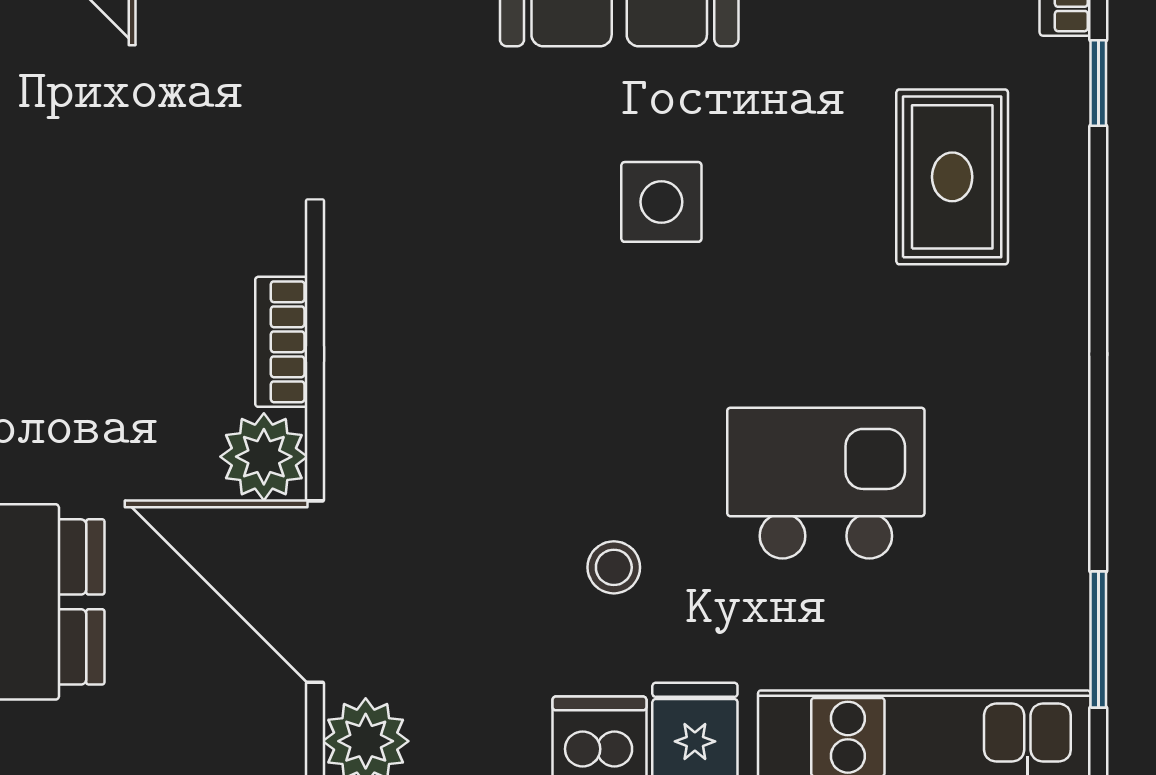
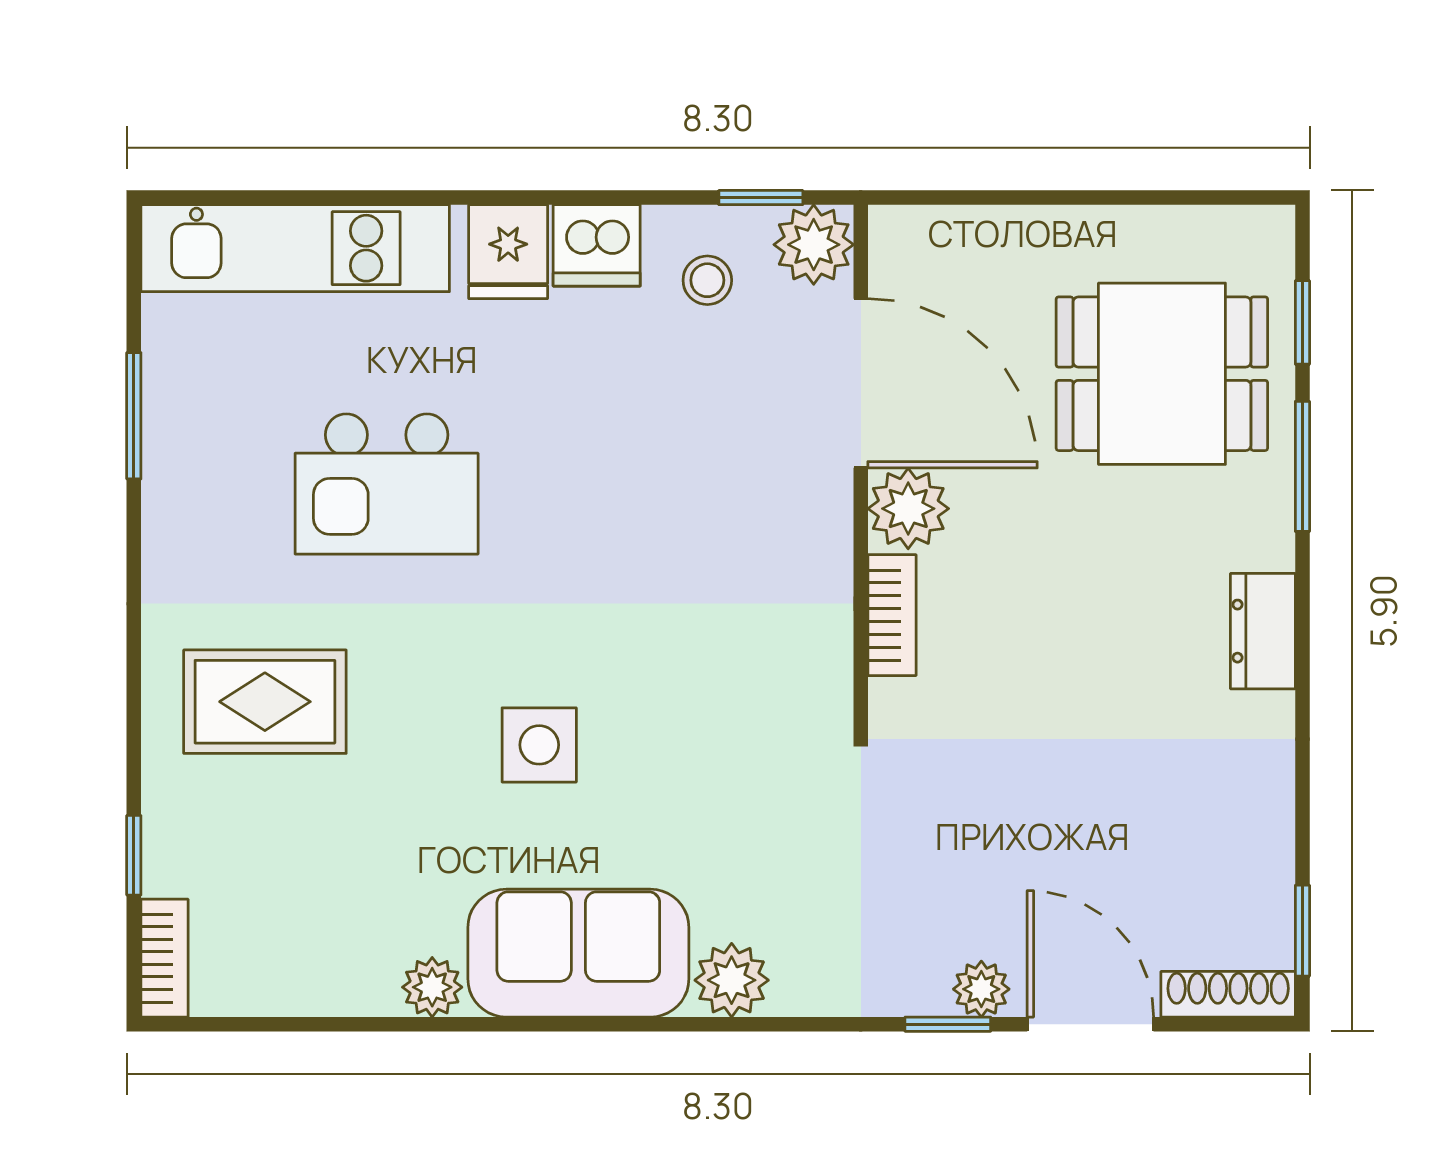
rug: (952, 177) -> (265, 702), moved, turned 90
stool: (614, 567) -> (707, 280), moved
window: (1098, 640) -> (134, 416), moved

